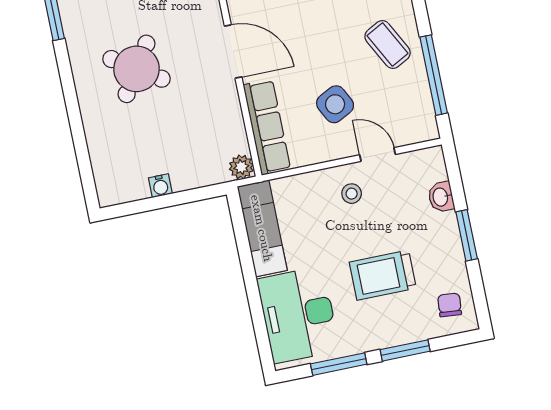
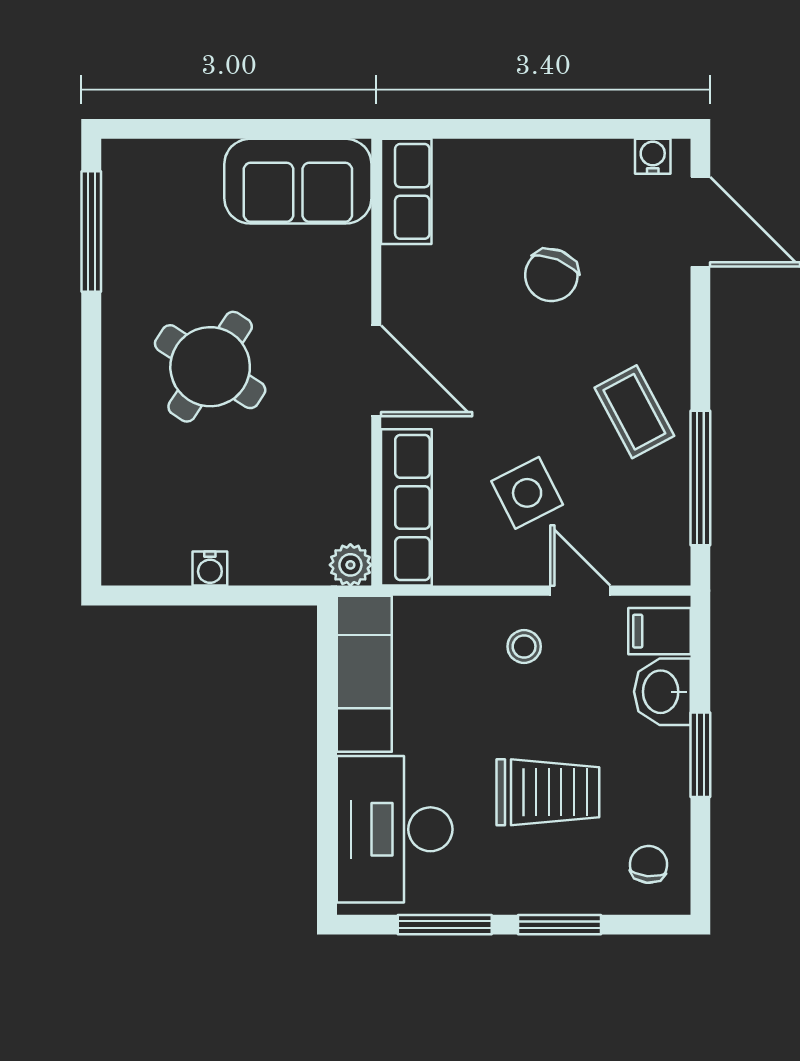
filing cabinet: (428, 169) -> (659, 631), added
washbasin: (441, 197) -> (662, 692), width x1.38, depth x1.45
trolley: (383, 275) -> (548, 792), turned 180

